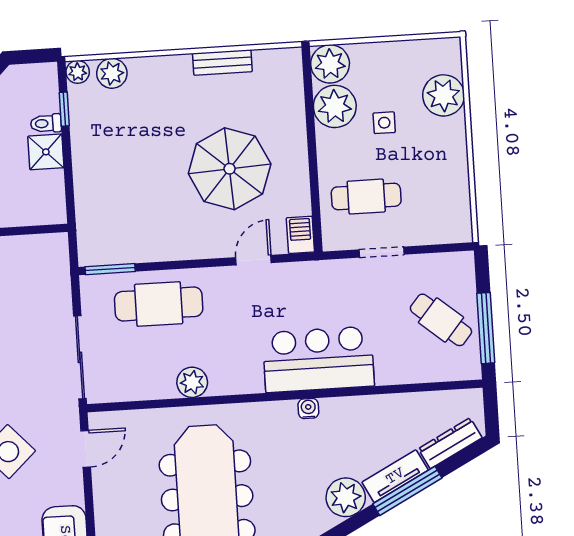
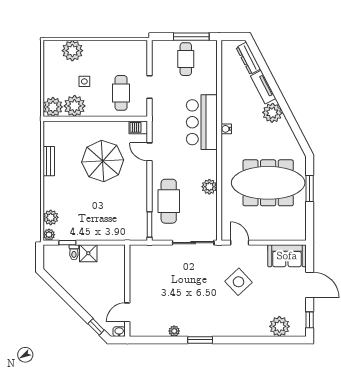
cafe table: (441, 320) -> (186, 59), turned -40
window: (407, 491) -> (271, 81), removed

